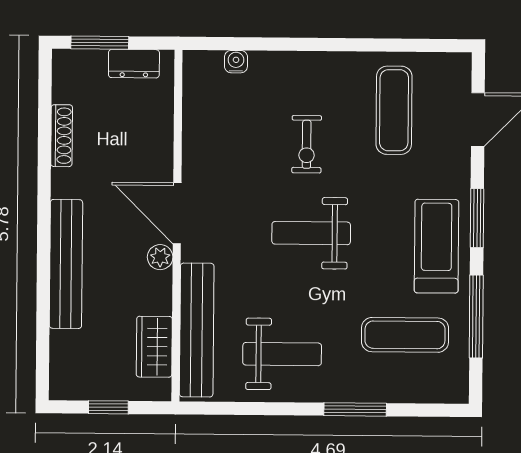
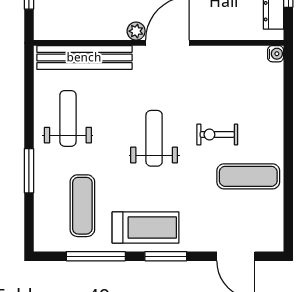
water cooler: (236, 62) -> (276, 54), moved
exercise mat: (394, 110) -> (248, 176), moved
wardrobe: (154, 347) -> (72, 27), removed
weight bench: (282, 354) -> (68, 118), turned 180

